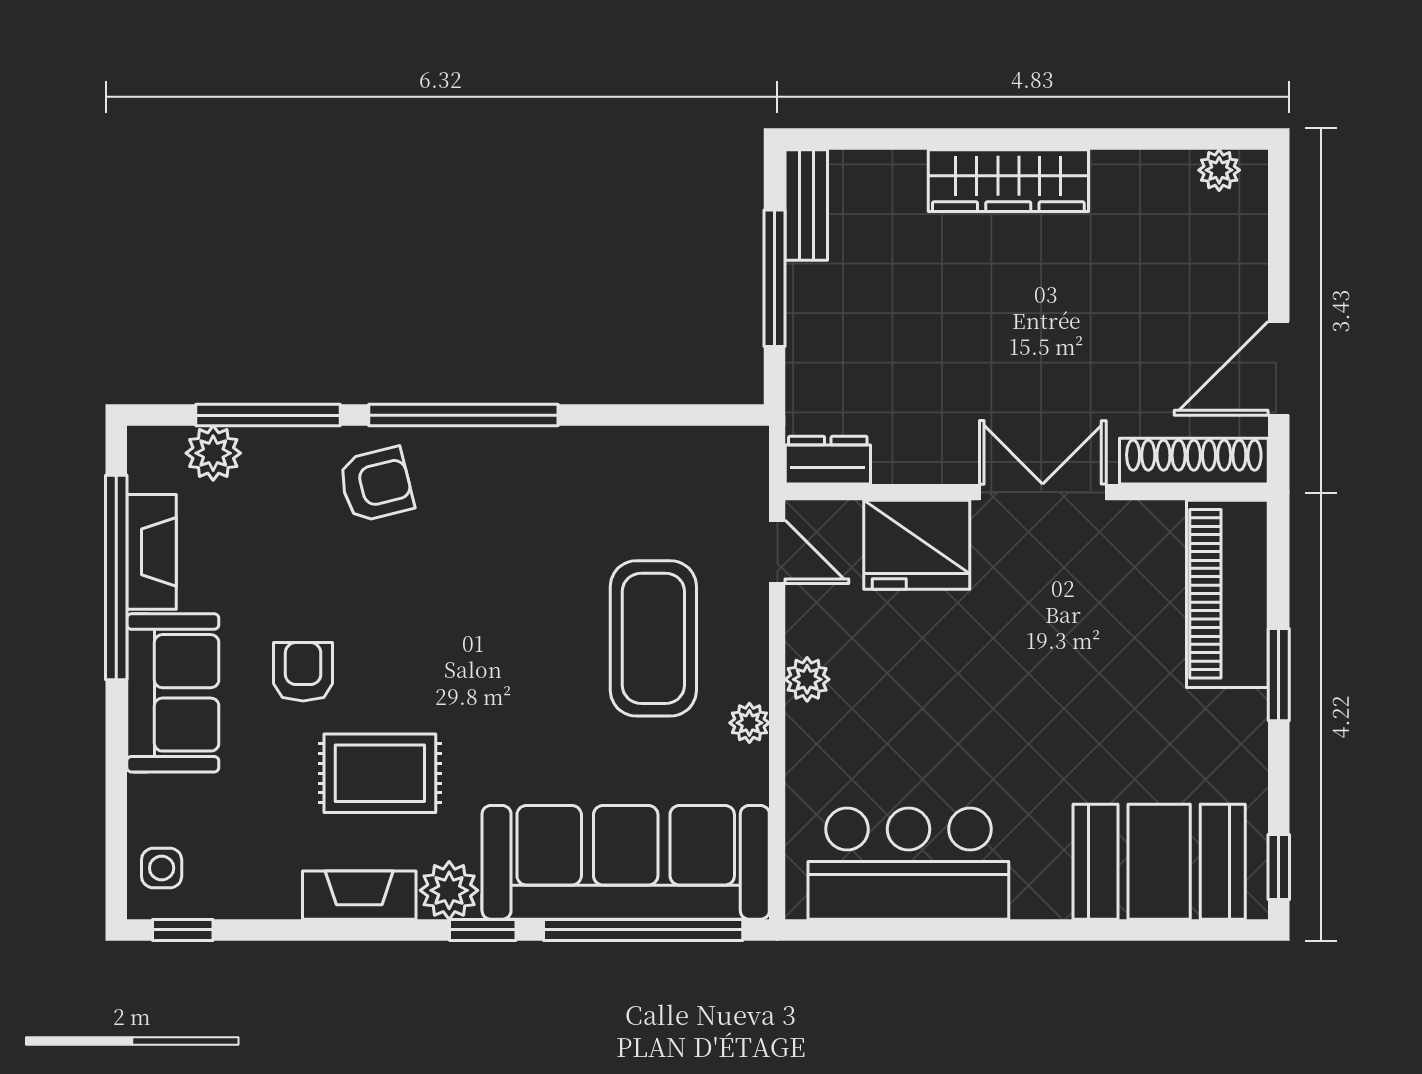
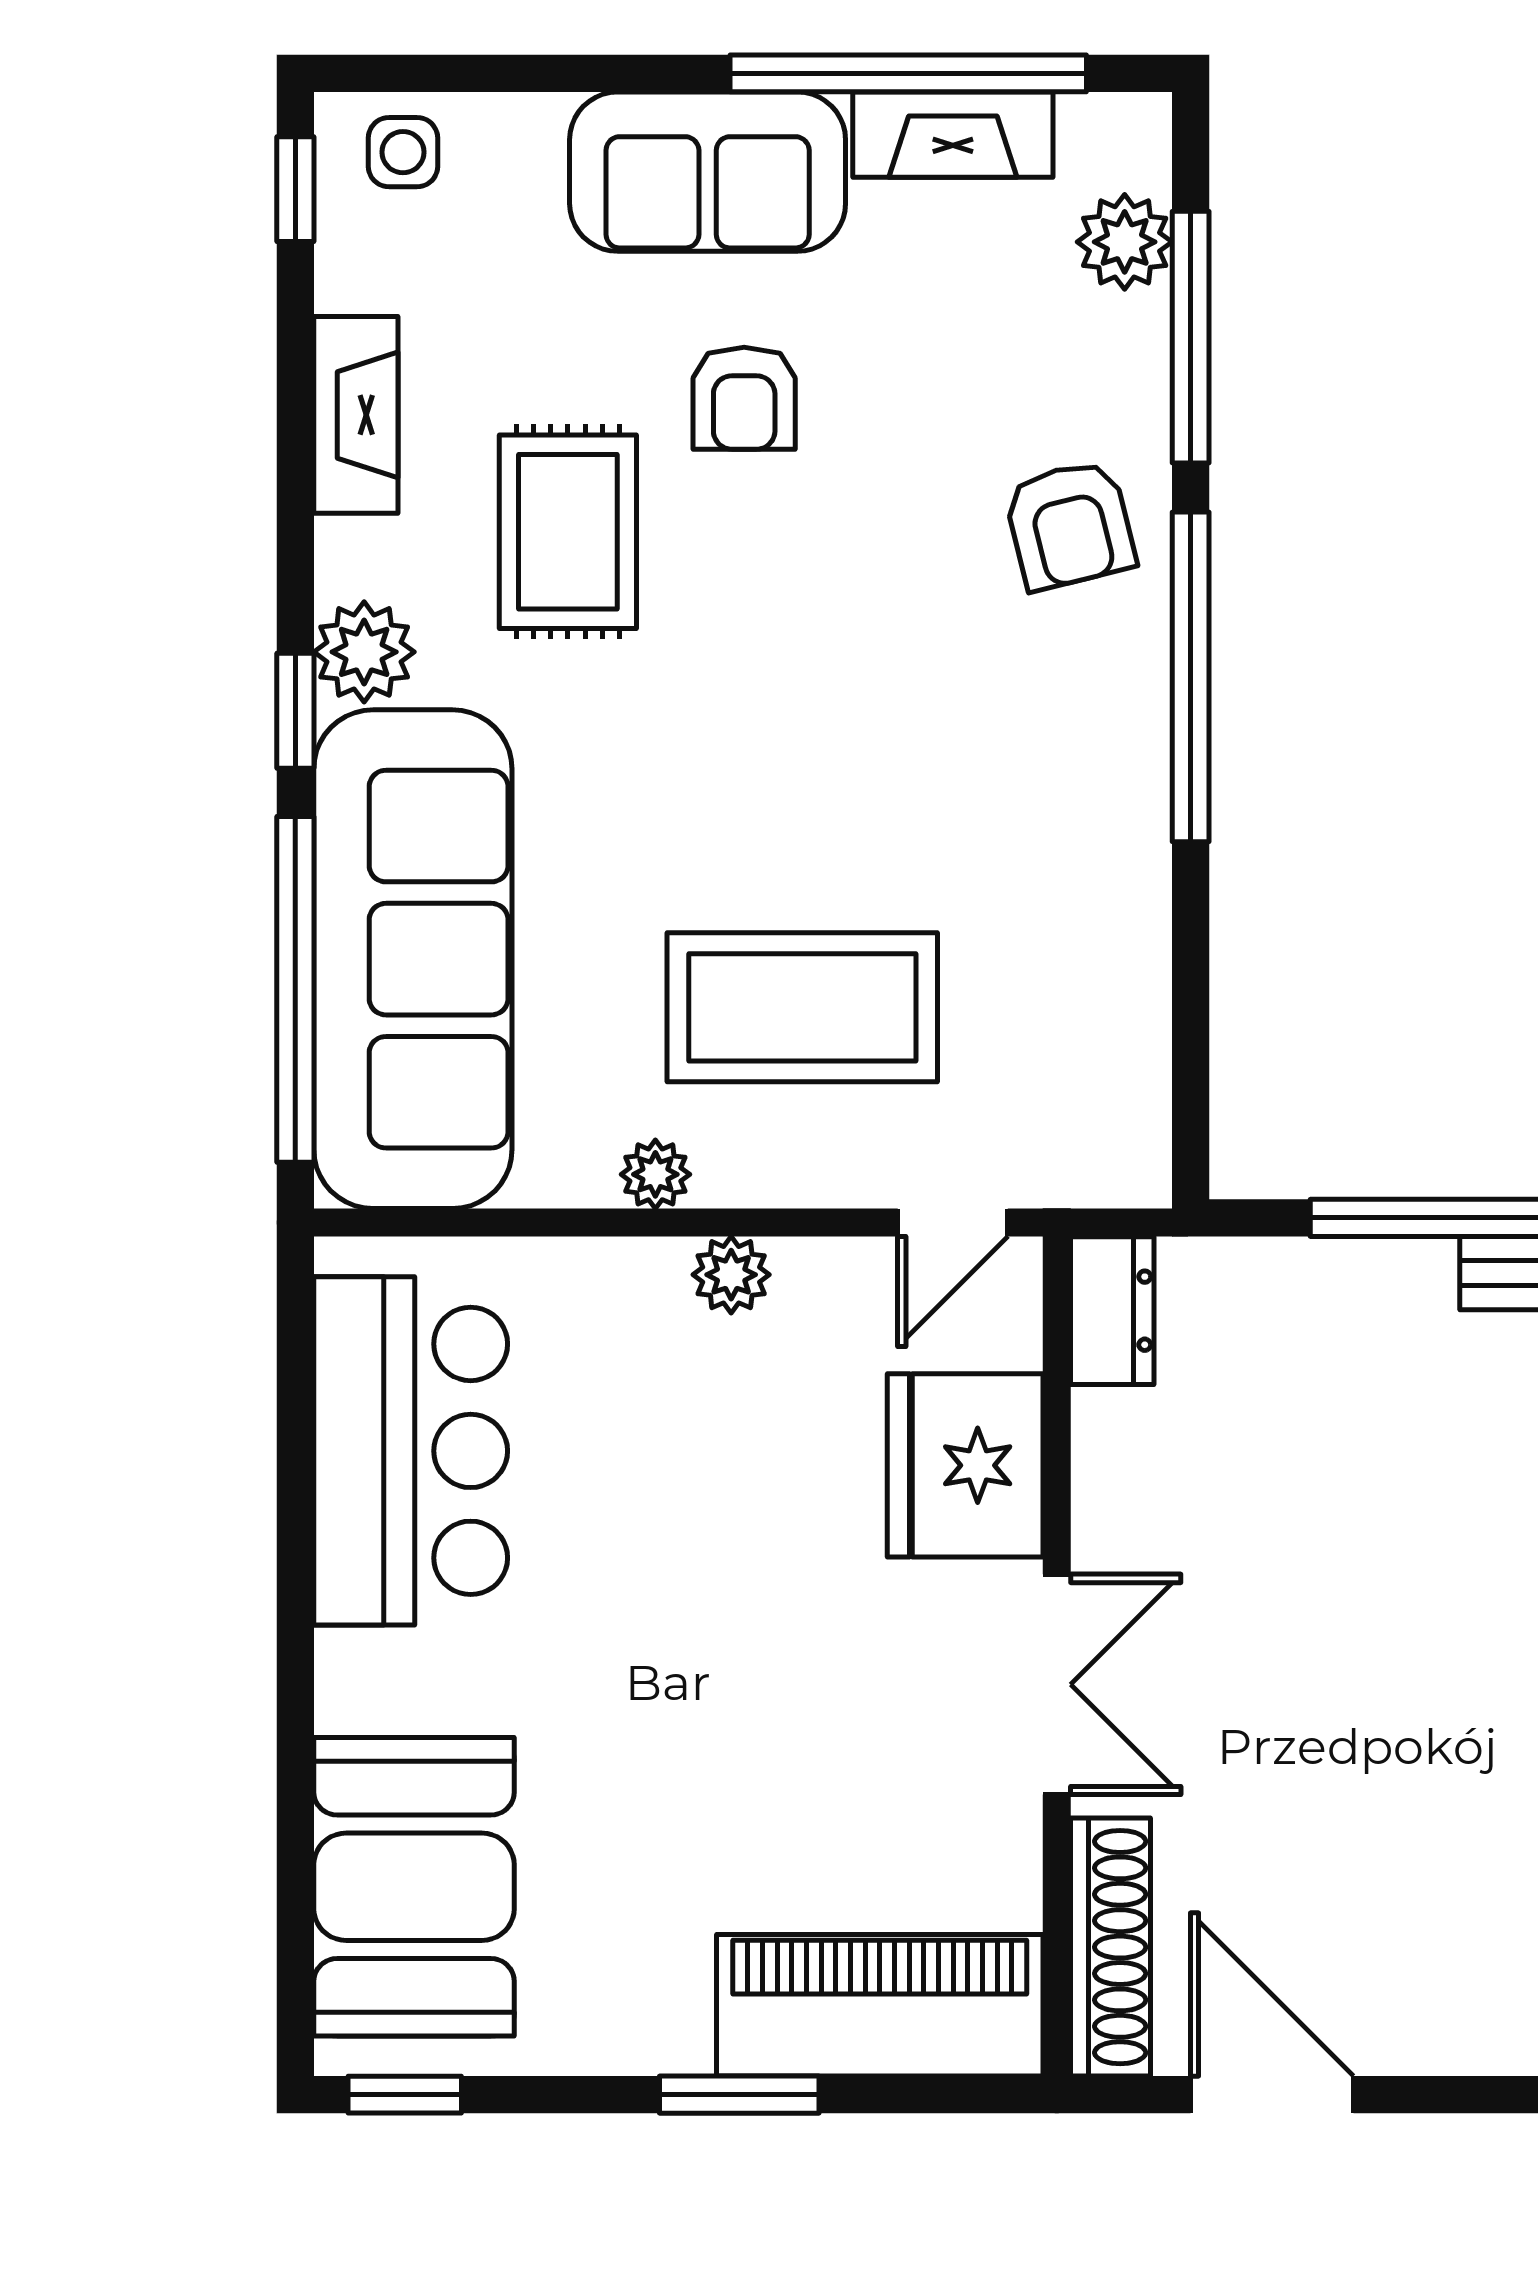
armchair: (303, 672) -> (744, 398), turned 90
fireplace: (359, 895) -> (356, 415), moved

